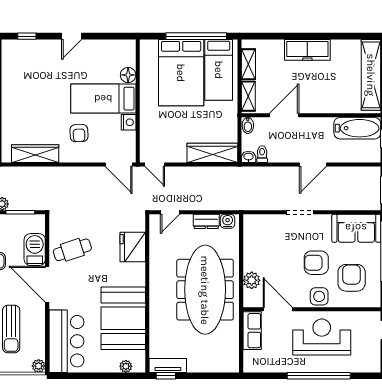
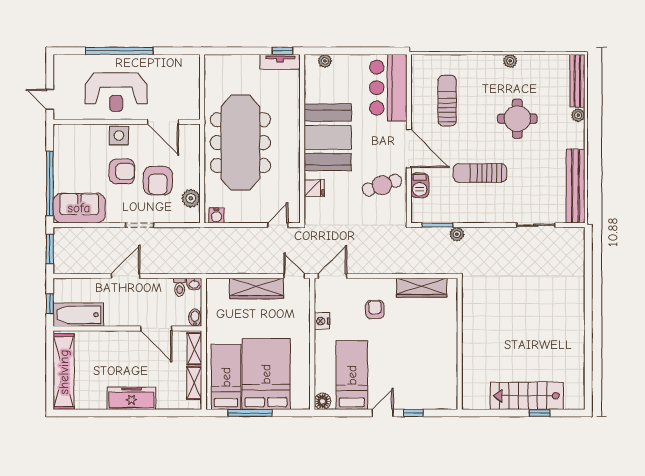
window: (27, 36) -> (414, 413), moved
window: (196, 36) -> (250, 413), width x0.68
floor lamp: (128, 75) -> (322, 401), moved
bed: (103, 99) -> (352, 375), moved, turned -90
door: (284, 115) -> (156, 329), hinge flipped
wardrobe: (212, 153) -> (257, 288), moved
door: (119, 165) -> (333, 276), hinge flipped
dresser: (206, 221) -> (239, 215), removed
fridge: (133, 247) -> (314, 188), width x0.53, depth x0.75
barbecue: (35, 250) -> (420, 185), width x0.73, depth x0.79
armchair: (352, 278) -> (158, 181), moved
plant: (252, 280) -> (191, 198), moved
booth: (123, 318) -> (328, 137), moved
row of seats: (252, 331) -> (190, 99), removed
plant: (39, 366) -> (418, 61), removed

